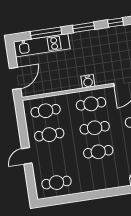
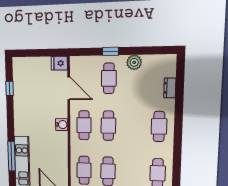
window: (84, 27) -> (10, 120), removed
cafe table: (98, 152) -> (159, 126), moved

